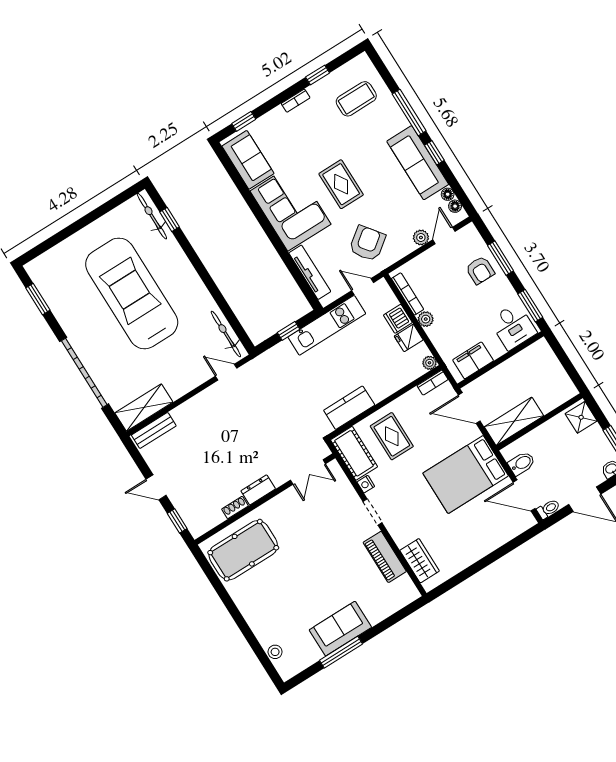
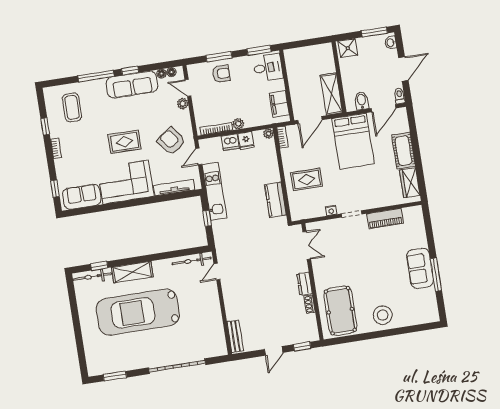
shelving: (144, 408) -> (132, 272), moved, turned 90
cot: (354, 453) -> (404, 151), moved, turned 90
wardrobe: (420, 561) -> (410, 183), moved, turned -90
stool: (275, 652) -> (383, 315), moved, width x1.89, depth x1.89

